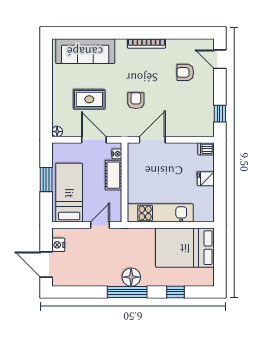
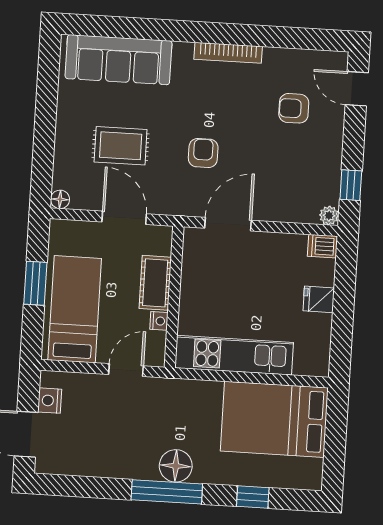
plant: (209, 131) -> (329, 216), added
nightstand: (117, 154) -> (159, 321), moved

